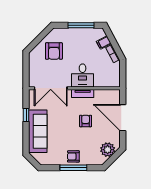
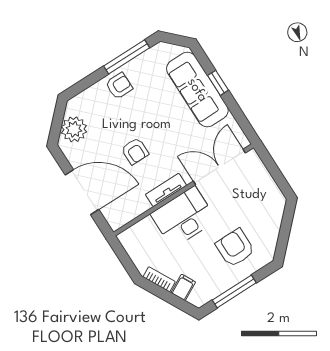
armchair: (54, 51) -> (235, 248), moved
desk: (83, 75) -> (184, 217), width x1.37
window: (26, 115) -> (218, 83), moved
window: (73, 168) -> (127, 57), moved

